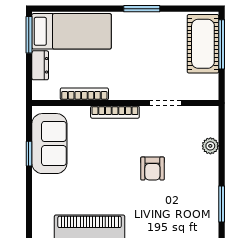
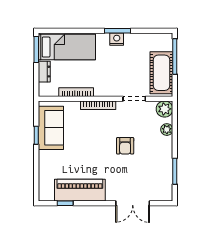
nightstand: (141, 20) -> (117, 39), added
cot: (203, 44) -> (161, 73), moved
plant: (207, 117) -> (165, 109), added

